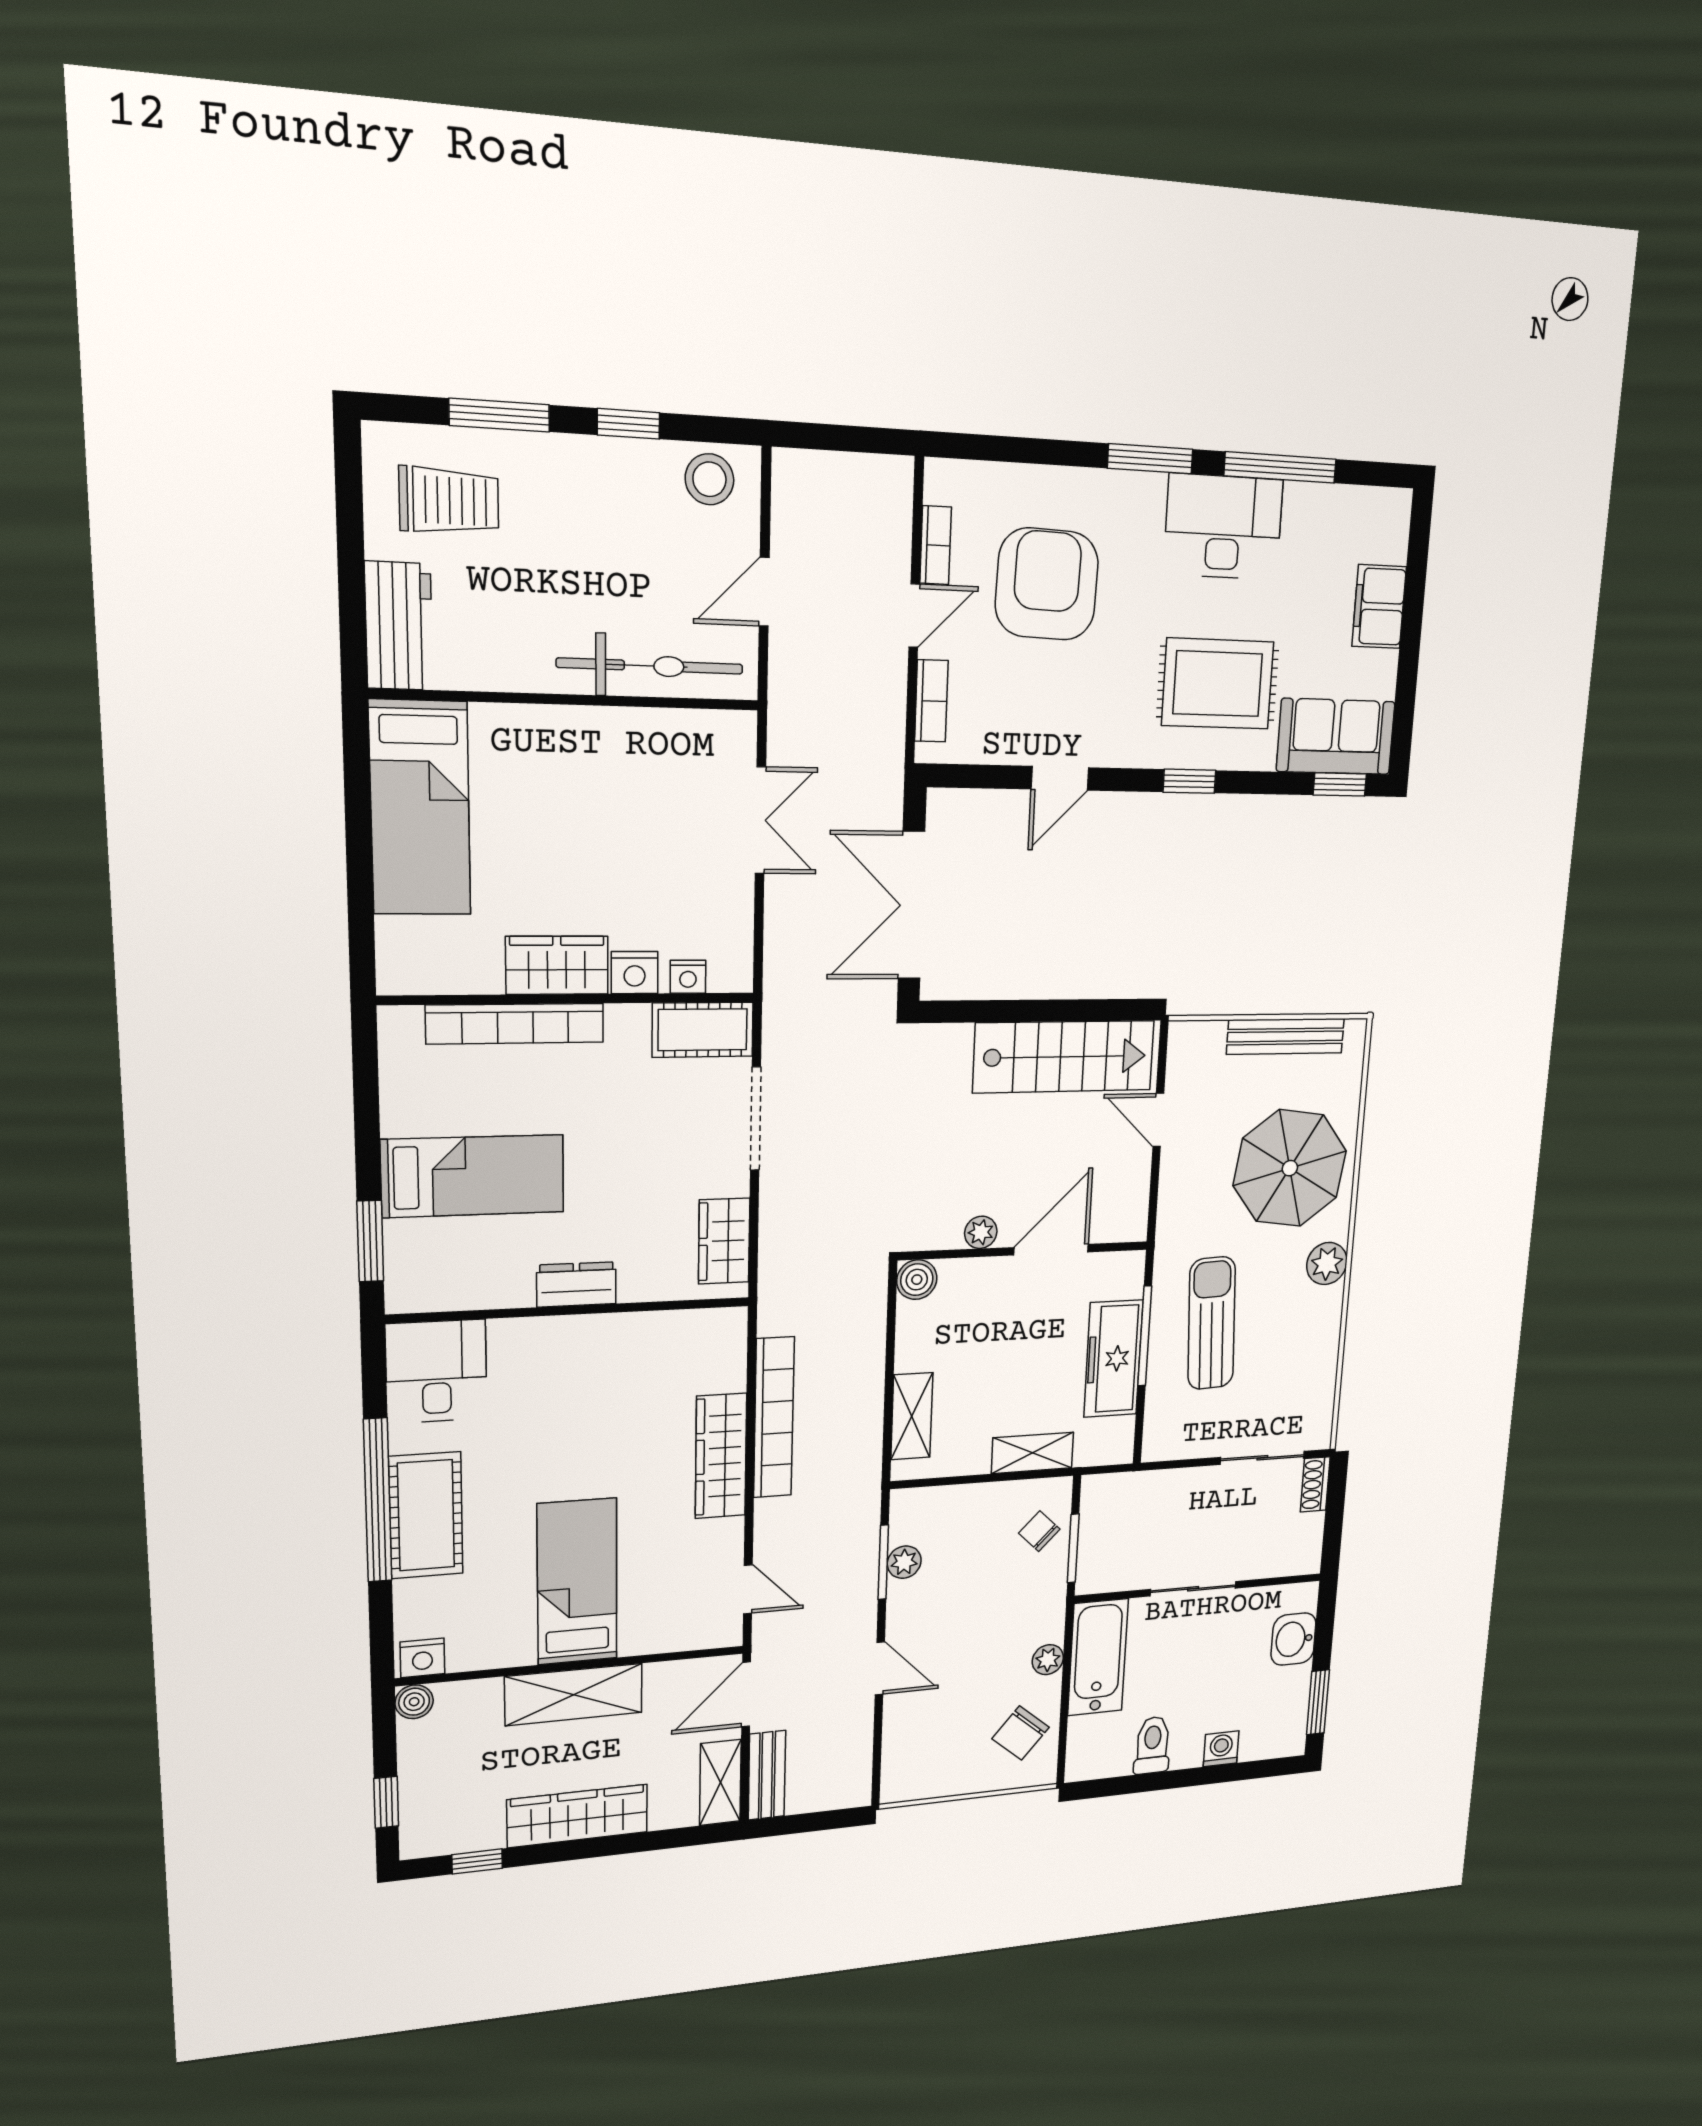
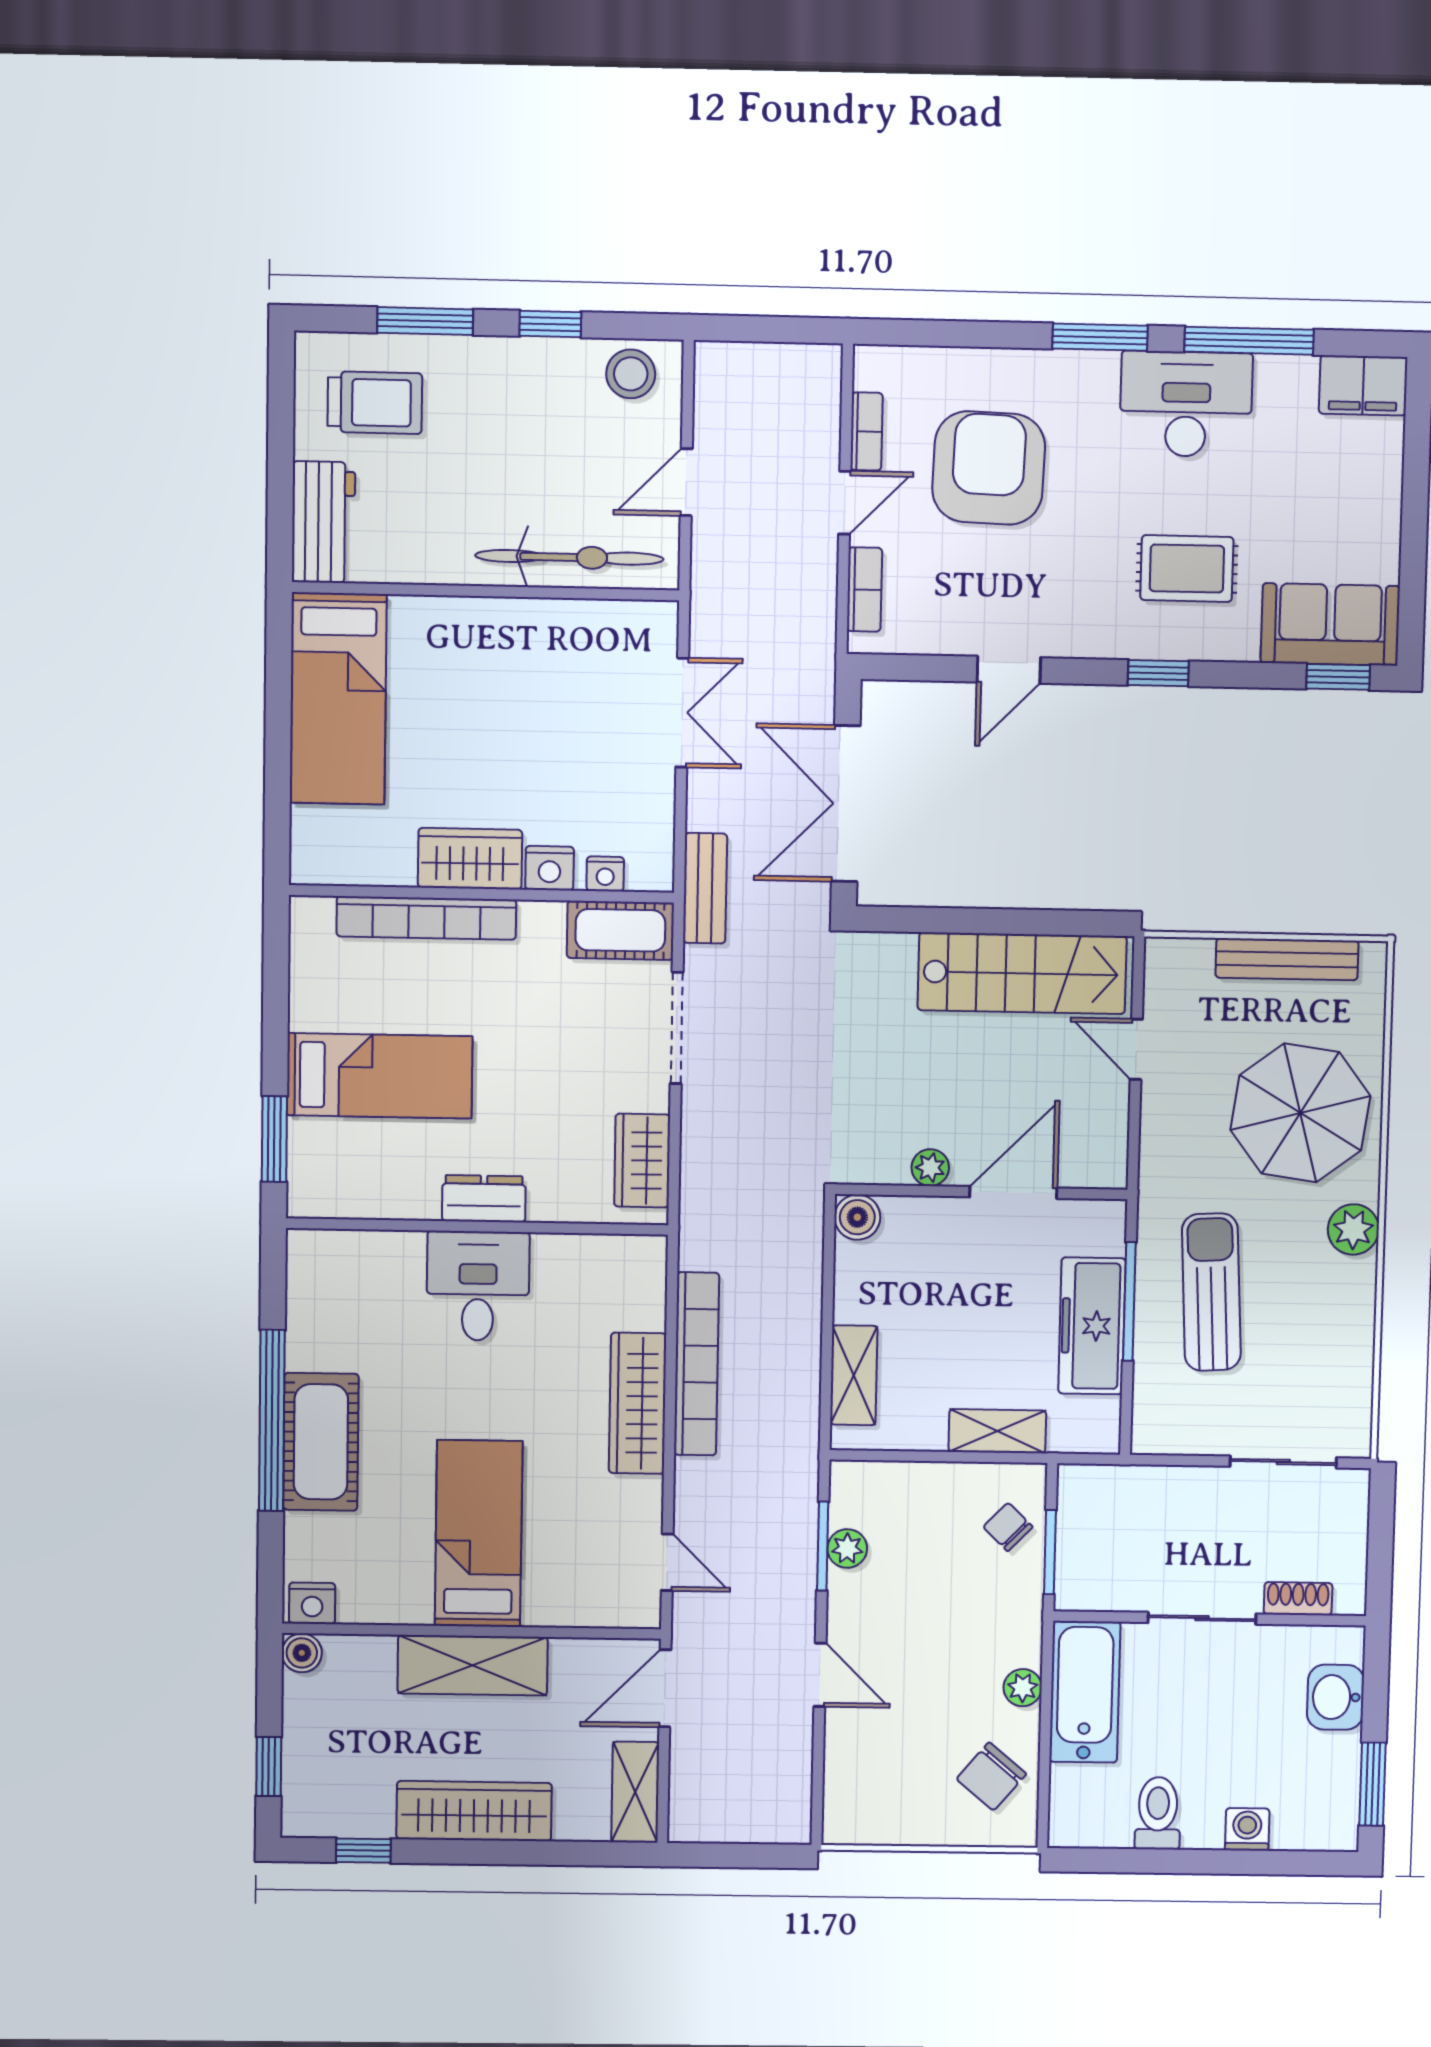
filing cabinet: (1379, 607) -> (1363, 385), moved, turned -90
rug: (1218, 684) -> (1187, 569), width x0.73, depth x0.70
desk: (436, 1371) -> (478, 1286), moved
shoe rack: (1315, 1484) -> (1298, 1599), moved, turned 90
bench: (767, 1775) -> (705, 888), moved

